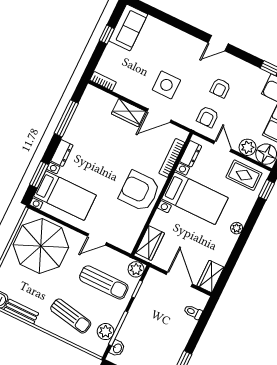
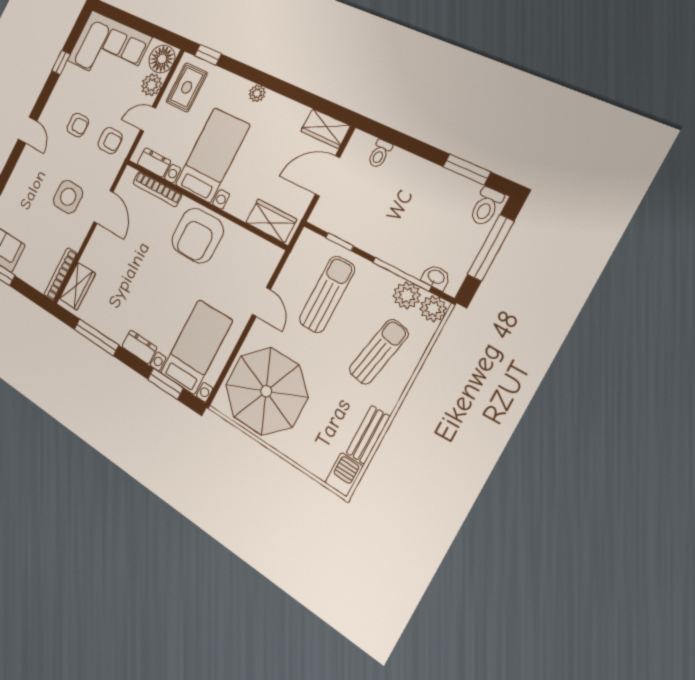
bookcase: (103, 81) -> (60, 274), width x1.56
wardrobe: (128, 113) -> (77, 286), moved
plant: (136, 269) -> (433, 309), moved

